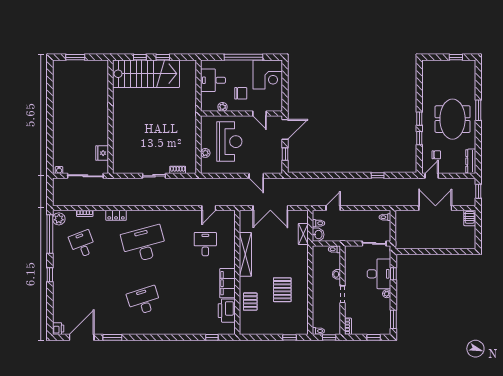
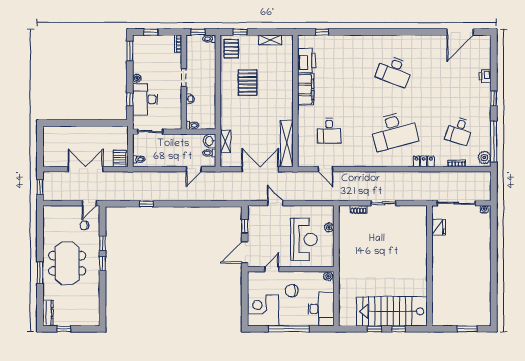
desk: (213, 80) -> (321, 309), width x1.37
plant: (223, 107) -> (328, 276), moved
door: (260, 114) -> (272, 269), hinge flipped
reception desk: (229, 142) -> (304, 239), turned 180
dresser: (471, 161) -> (48, 313), moved
door: (209, 208) -> (325, 169), swing flipped
double door: (435, 208) -> (85, 169), swing flipped
server rack: (470, 218) -> (120, 159), moved
desk: (82, 244) -> (459, 131), turned 39
shelving: (245, 254) -> (287, 144), moved
desk: (144, 301) -> (394, 71), turned 39
pallet: (250, 302) -> (231, 49), moved
printer: (58, 329) -> (485, 76), moved
shelving: (261, 330) -> (270, 40), added
window: (112, 337) -> (428, 32), removed

